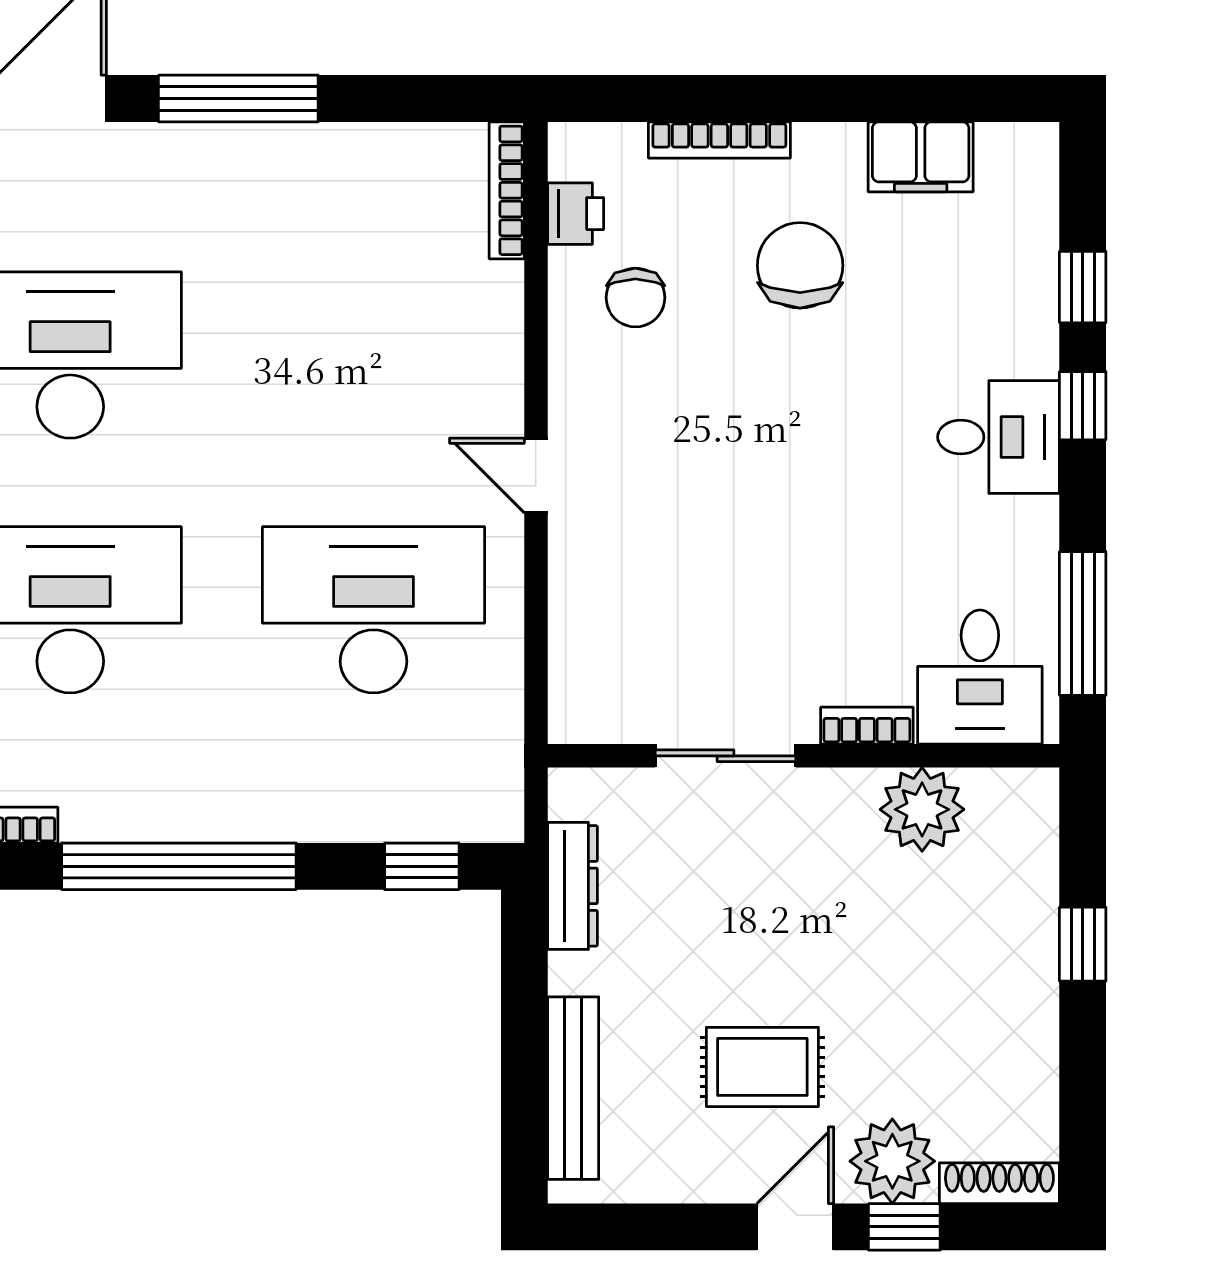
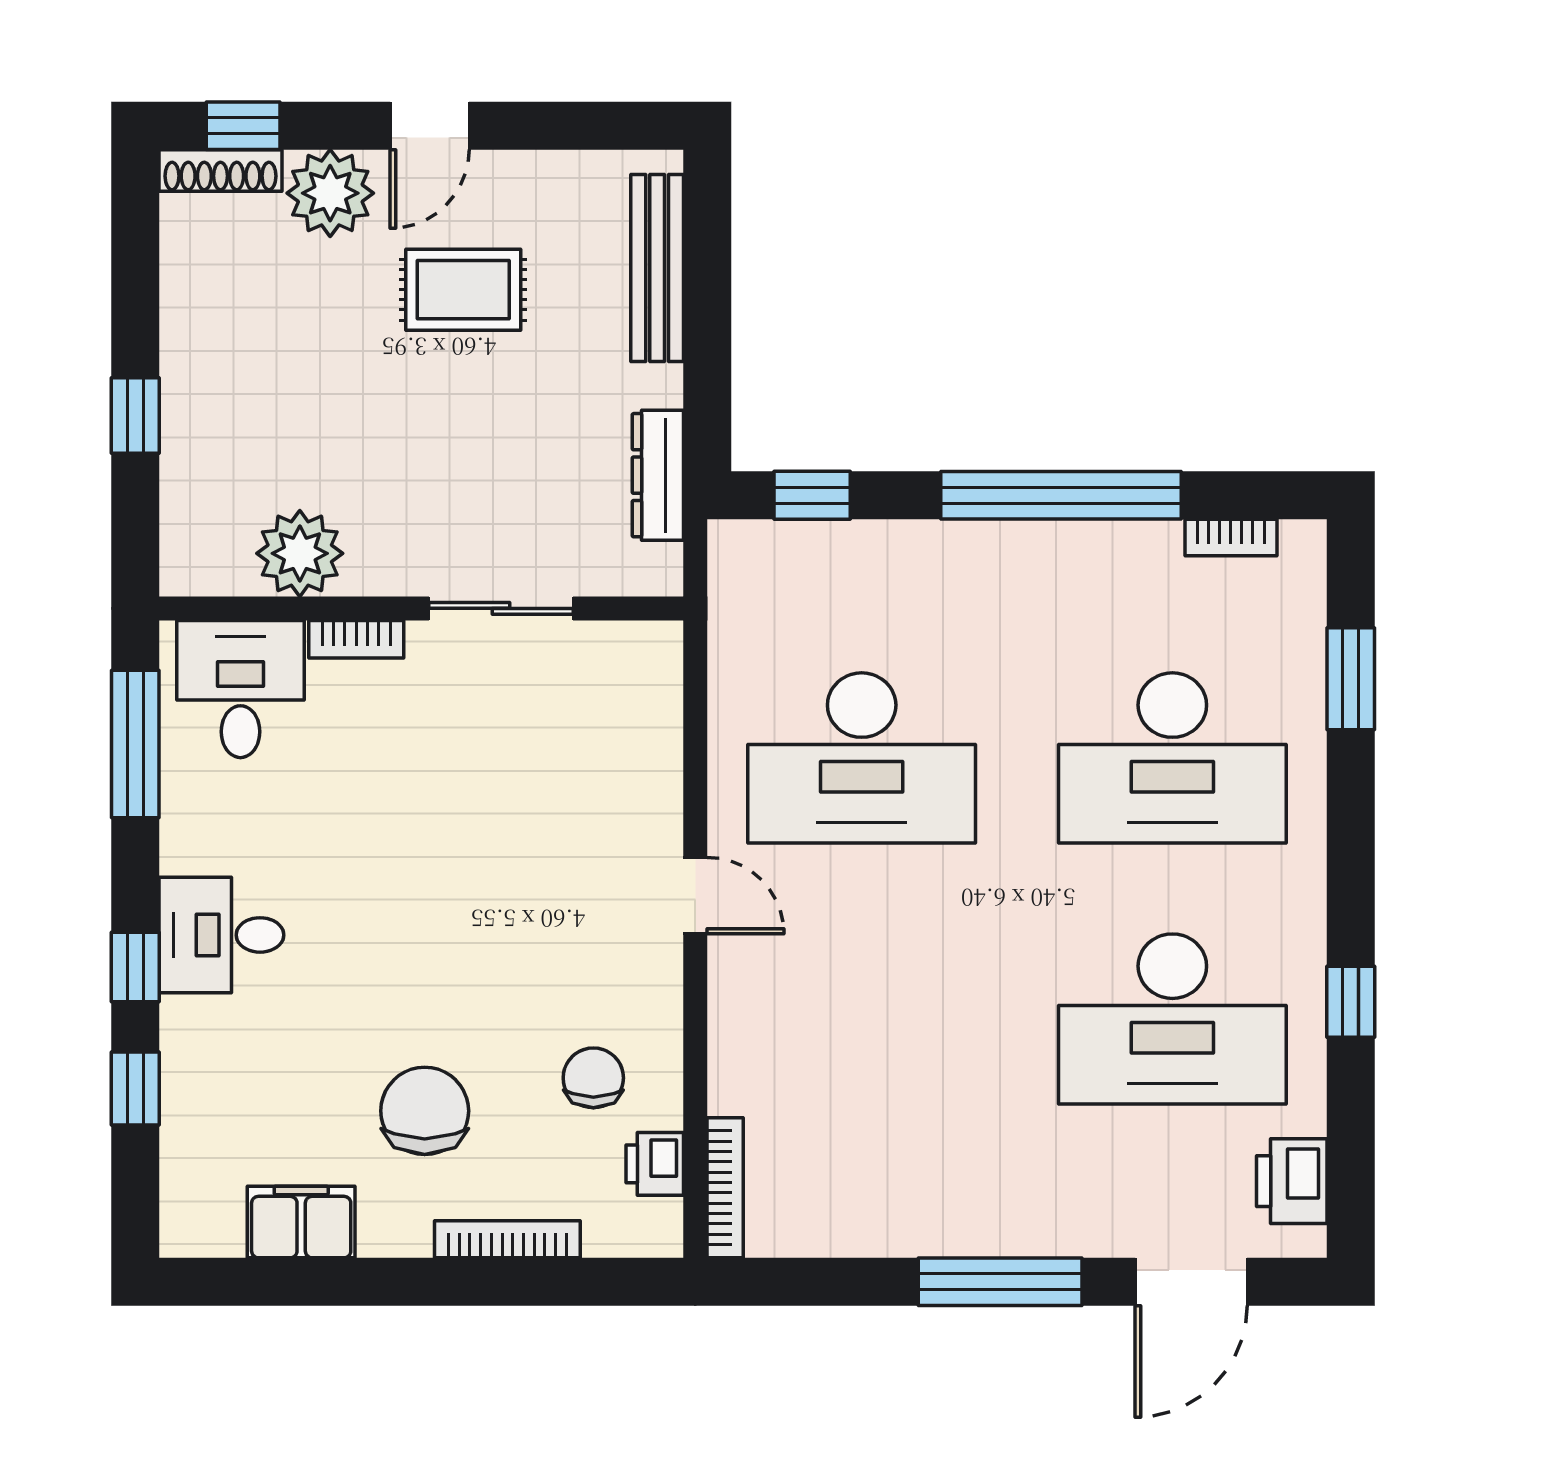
chair: (800, 265) -> (425, 1111), turned 180
window: (904, 1227) -> (243, 126), moved

